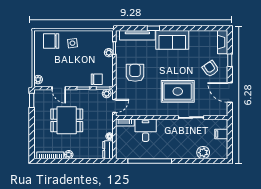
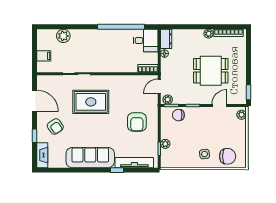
sofa: (172, 40) -> (90, 158), width x1.36
door: (59, 88) -> (219, 106), hinge flipped
desk: (146, 130) -> (146, 41), moved, turned -90

